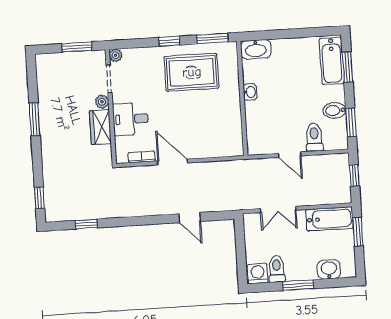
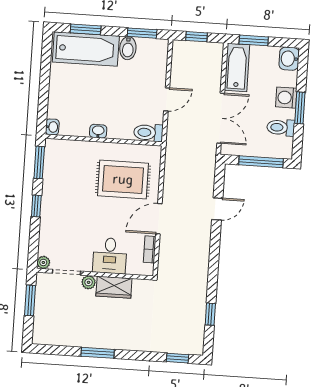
washbasin: (256, 49) -> (52, 127), width x0.52, depth x0.69
bathtub: (332, 61) -> (86, 49), width x1.36, depth x1.36
rug: (192, 72) -> (123, 179), moved, turned 90
toilet: (314, 137) -> (148, 133), moved
double door: (278, 209) -> (221, 118), width x1.37
window: (241, 254) -> (261, 162), added
washbasin: (329, 269) -> (289, 59), moved
washing machine: (258, 274) -> (286, 98), moved

